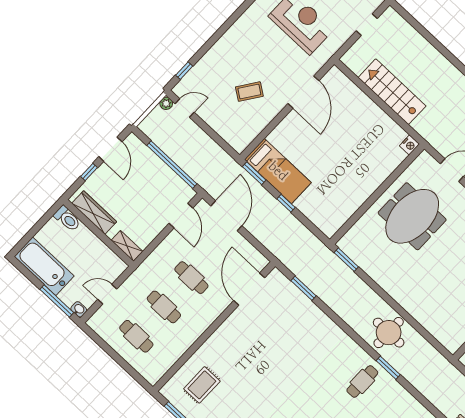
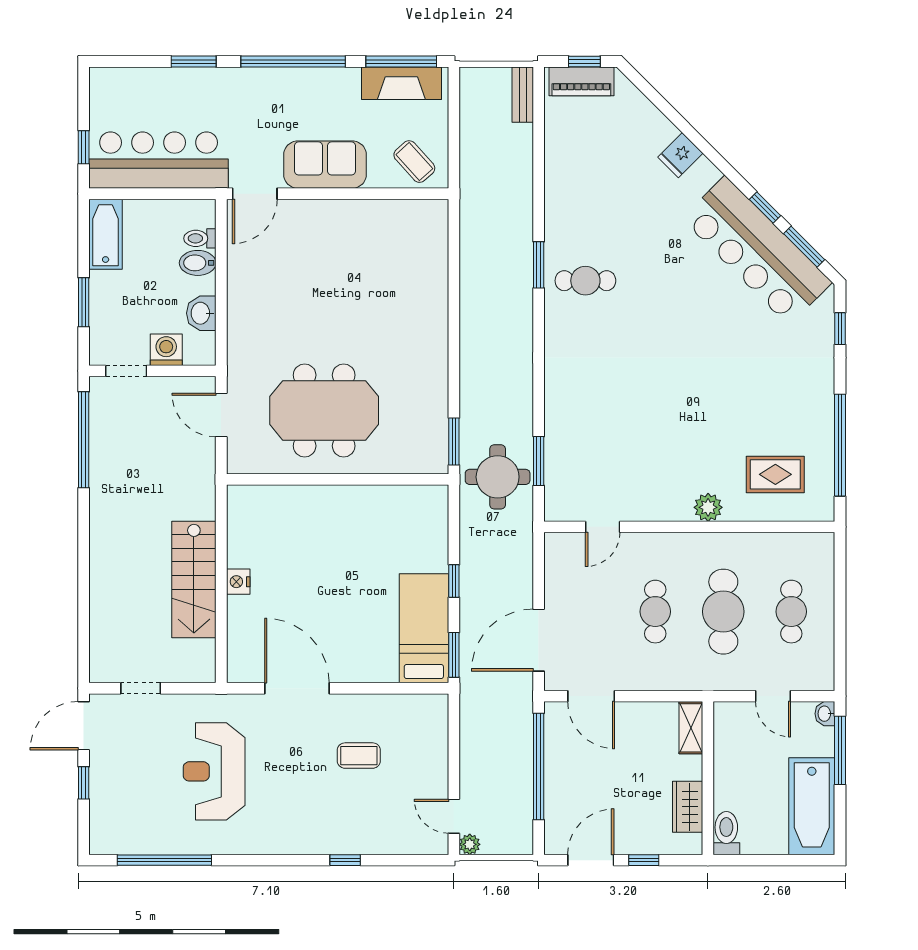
window: (184, 71) -> (345, 860), moved
coffee table: (249, 92) -> (359, 756), turned -35
door: (303, 92) -> (297, 688), hinge flipped
nightstand: (409, 145) -> (238, 582), moved, turned -90
wardrobe: (94, 213) -> (688, 807), width x0.67
door: (181, 216) -> (591, 696), swing flipped
door: (249, 289) -> (603, 527), width x0.53
cafe table: (164, 307) -> (723, 612), width x1.37, depth x1.35
round table: (389, 333) -> (498, 477), moved
plant: (215, 343) -> (708, 507), added

